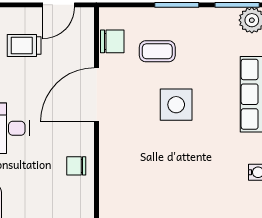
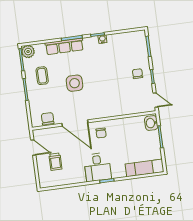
coffee table: (157, 51) -> (42, 76), moved
chair: (76, 166) -> (101, 133), moved

